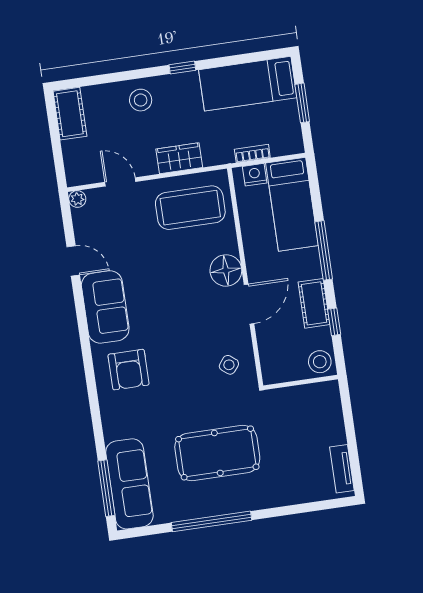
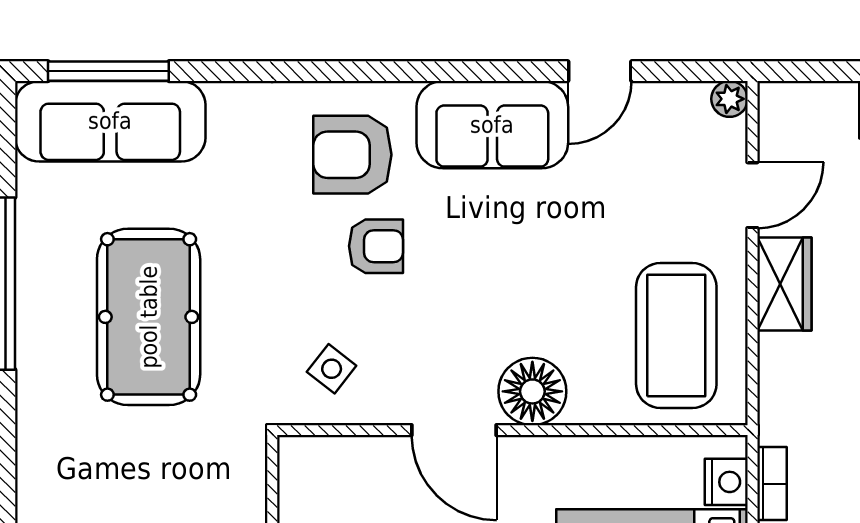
wardrobe: (179, 158) -> (784, 284), moved
armchair: (169, 353) -> (376, 246), added

